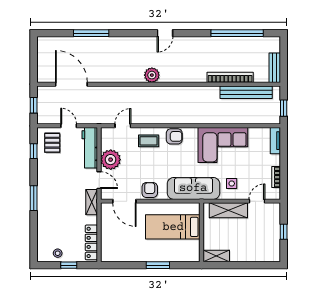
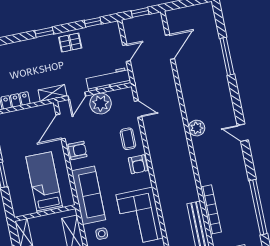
door: (71, 84) -> (170, 47), width x0.73
pallet: (52, 143) -> (70, 43), moved
window: (34, 198) -> (44, 32), width x0.67

